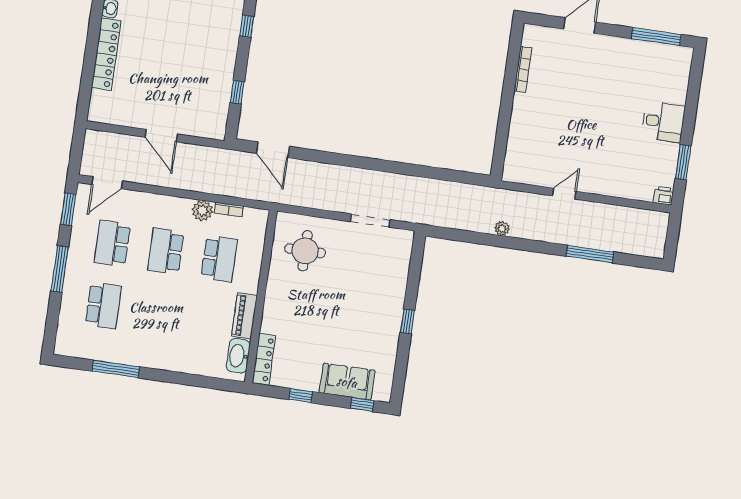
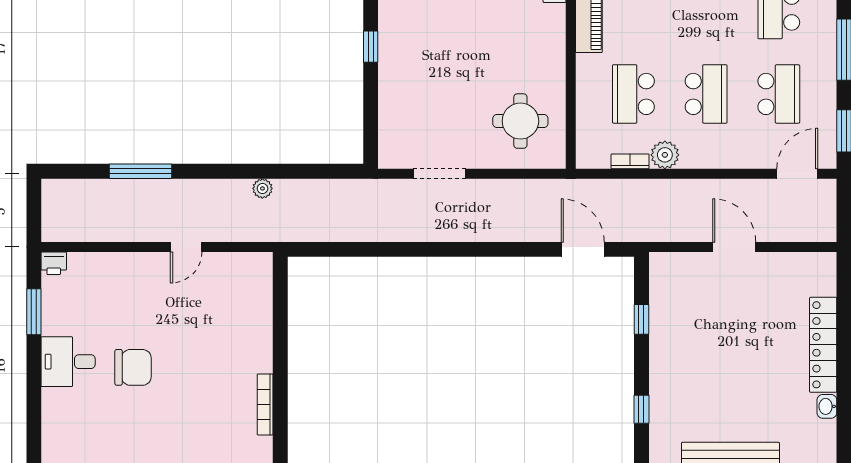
chair: (616, 111) -> (133, 367), added

